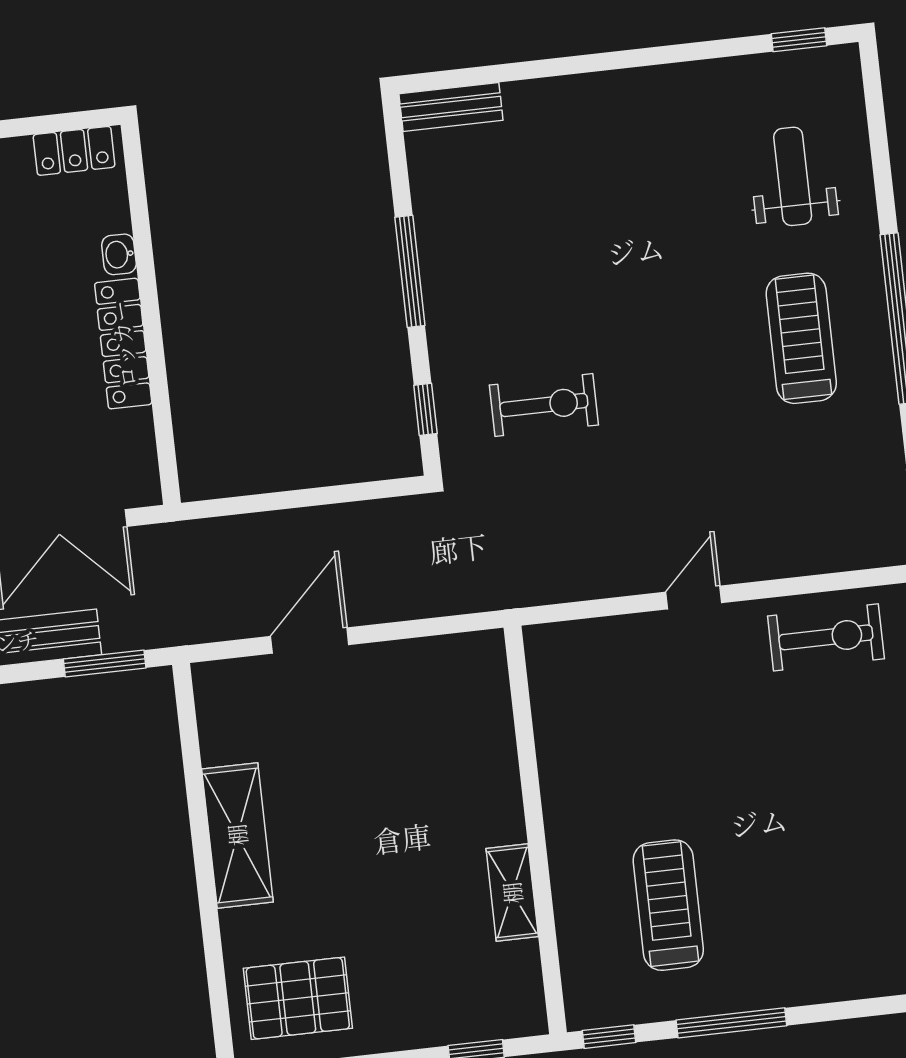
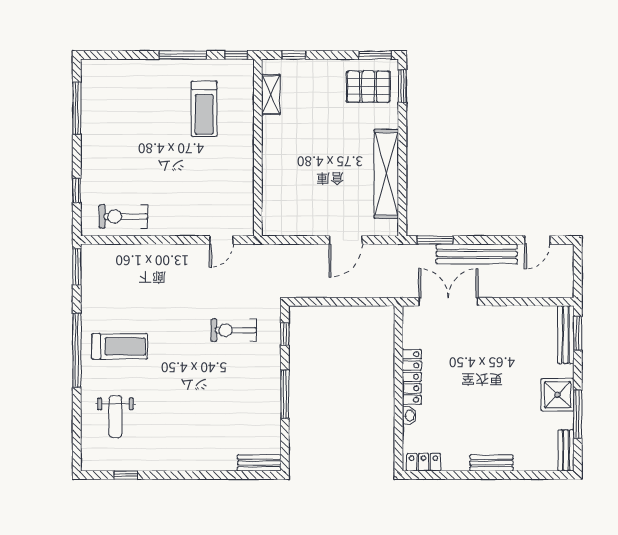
window: (799, 40) -> (126, 475), moved
treadmill: (801, 338) -> (120, 346), turned -90
door: (694, 597) -> (221, 240), moved
shelving: (237, 835) -> (386, 174), width x1.47
shelving: (512, 893) -> (271, 95), moved
window: (220, 1008) -> (402, 86), added

